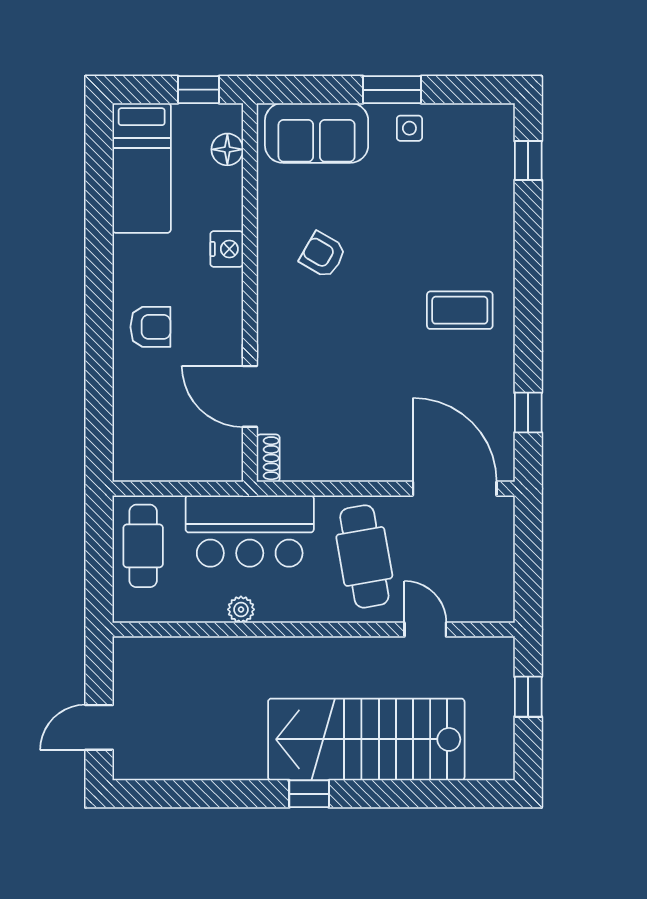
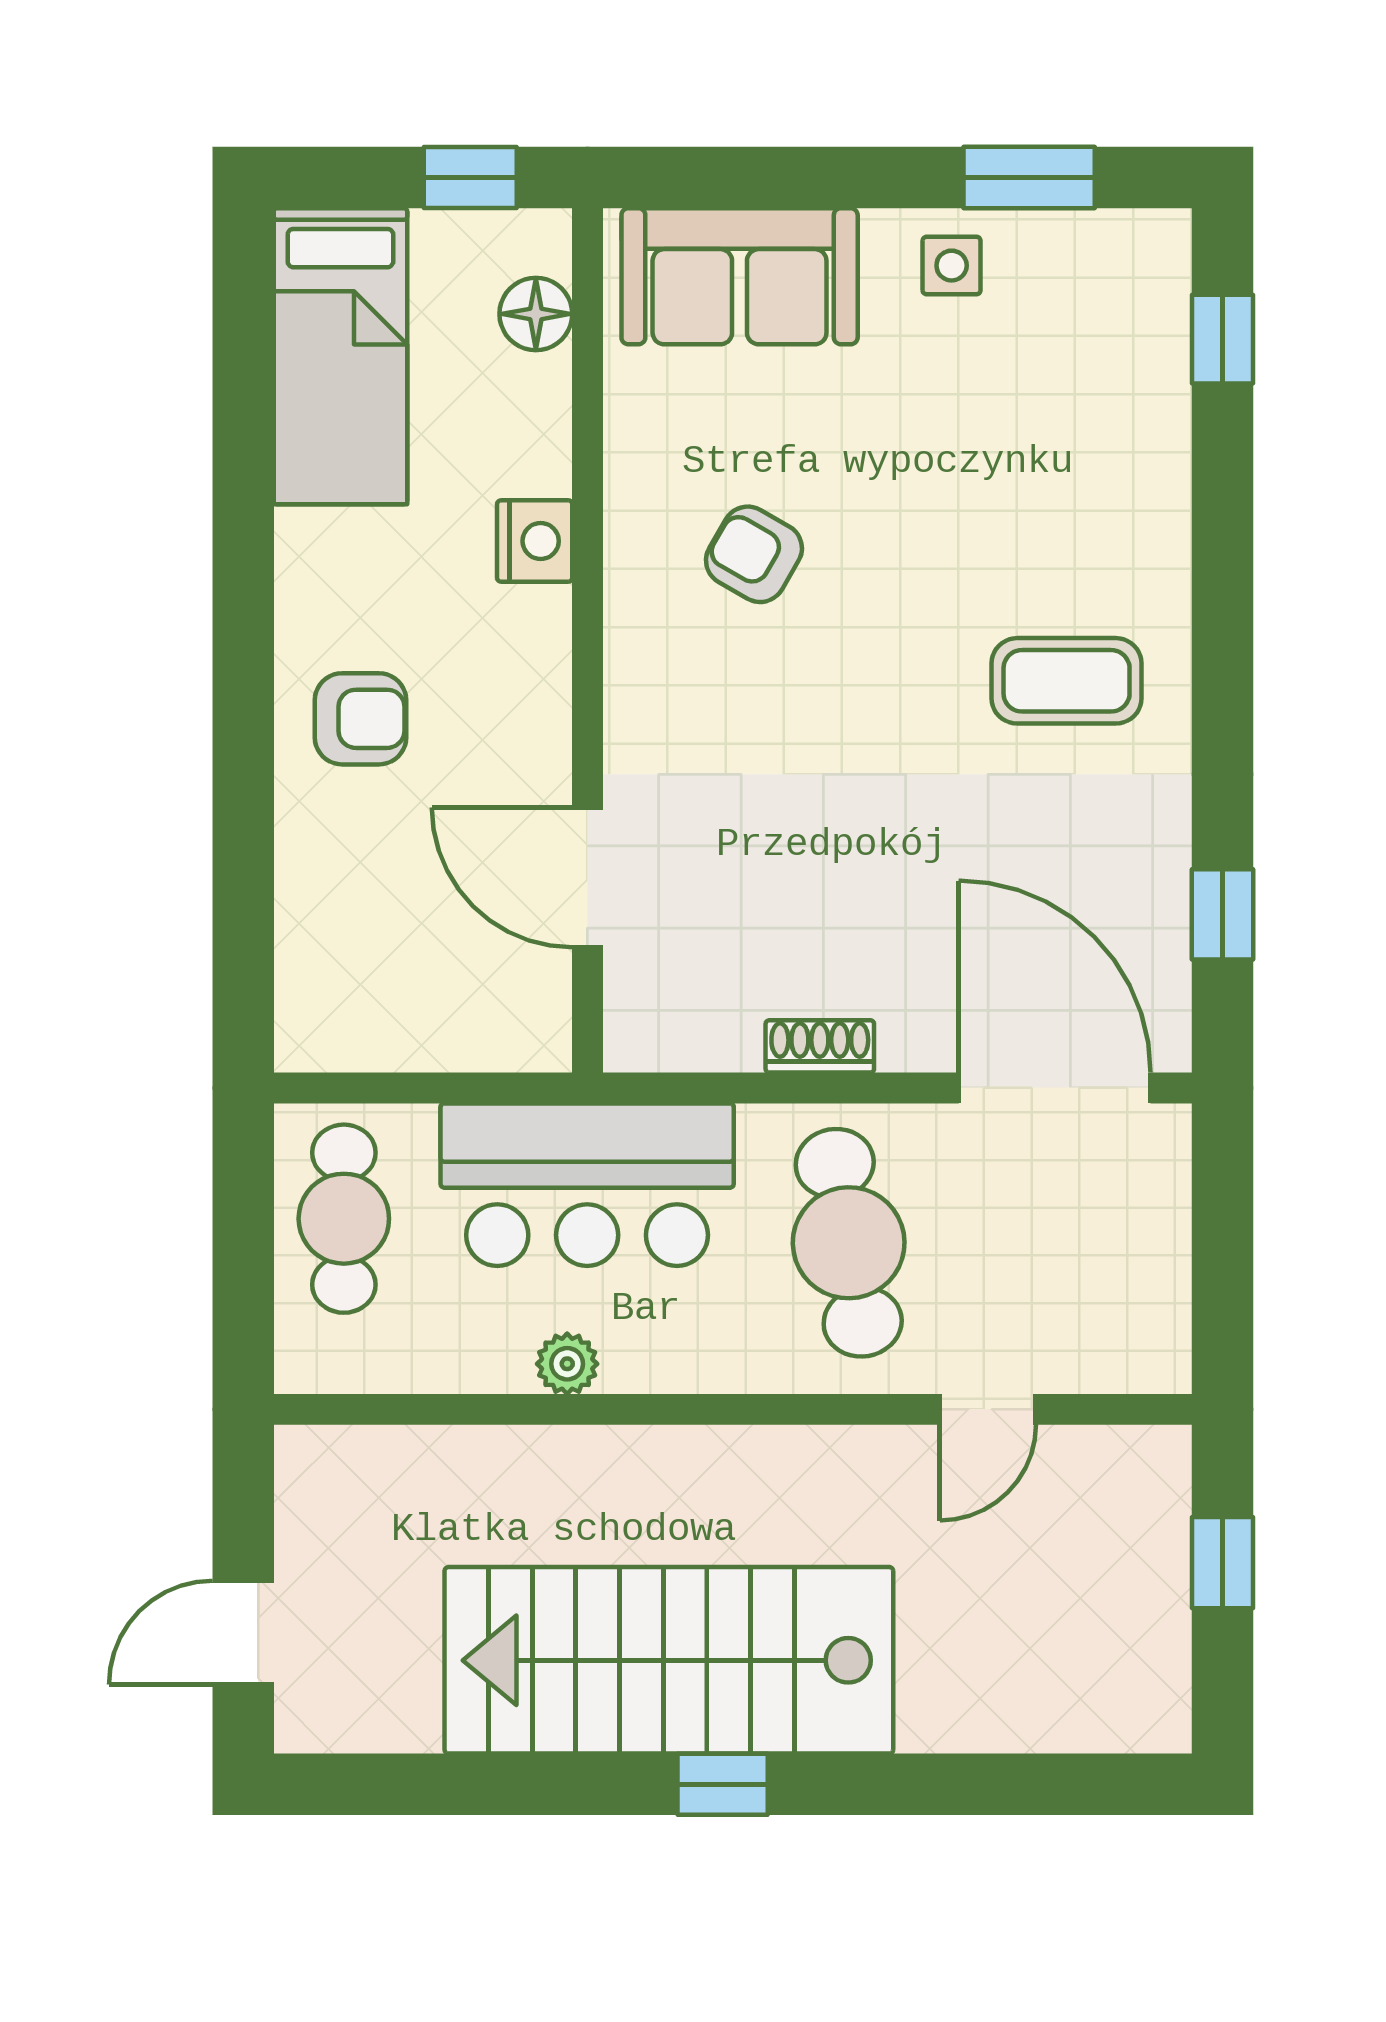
window: (392, 90) -> (1029, 177), moved
shoe rack: (268, 458) -> (820, 1046), moved, turned -90
door: (425, 629) -> (988, 1409), swing flipped
stairs: (366, 739) -> (669, 1660), moved

